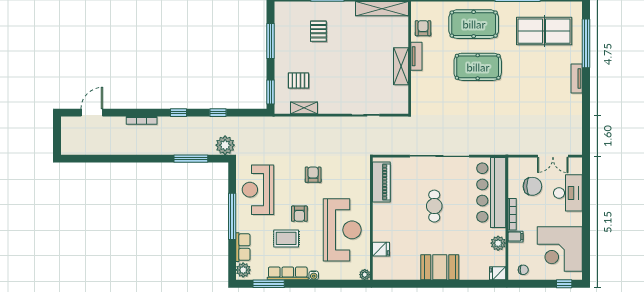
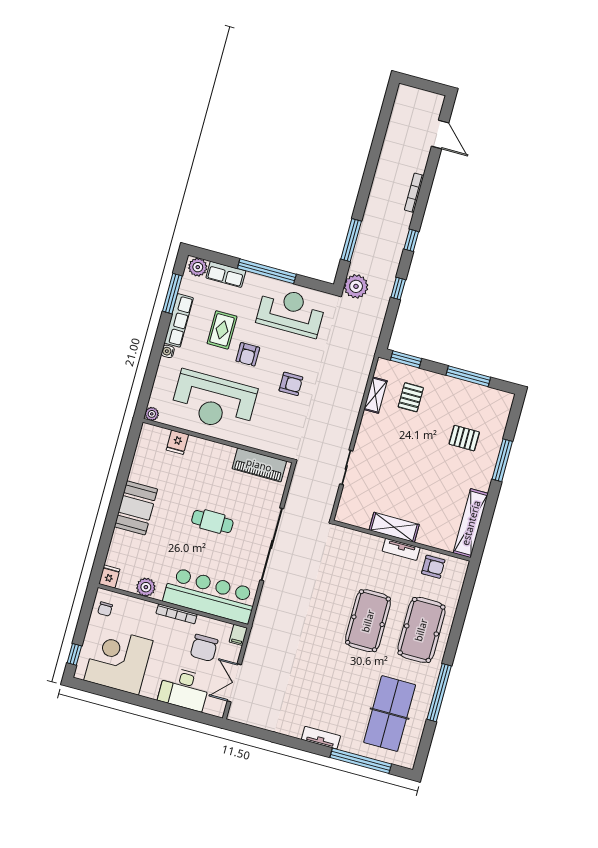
armchair: (299, 214) -> (248, 354), turned -90
filing cabinet: (515, 237) -> (238, 635), moved

